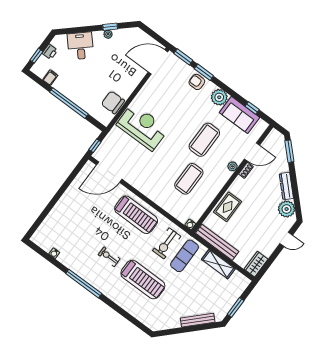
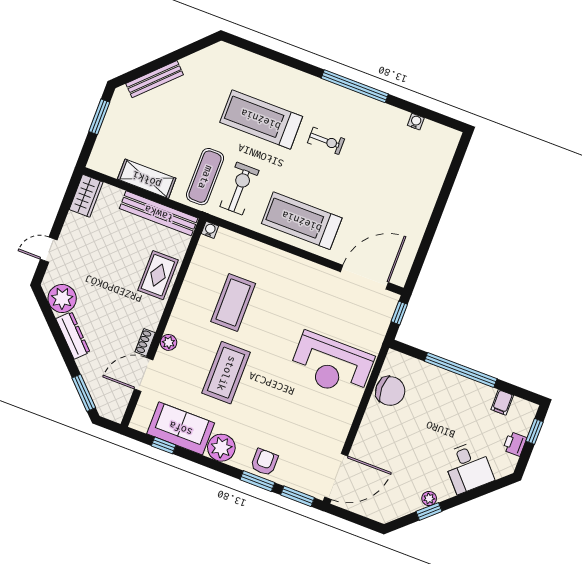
armchair: (197, 82) -> (264, 462), turned -90

